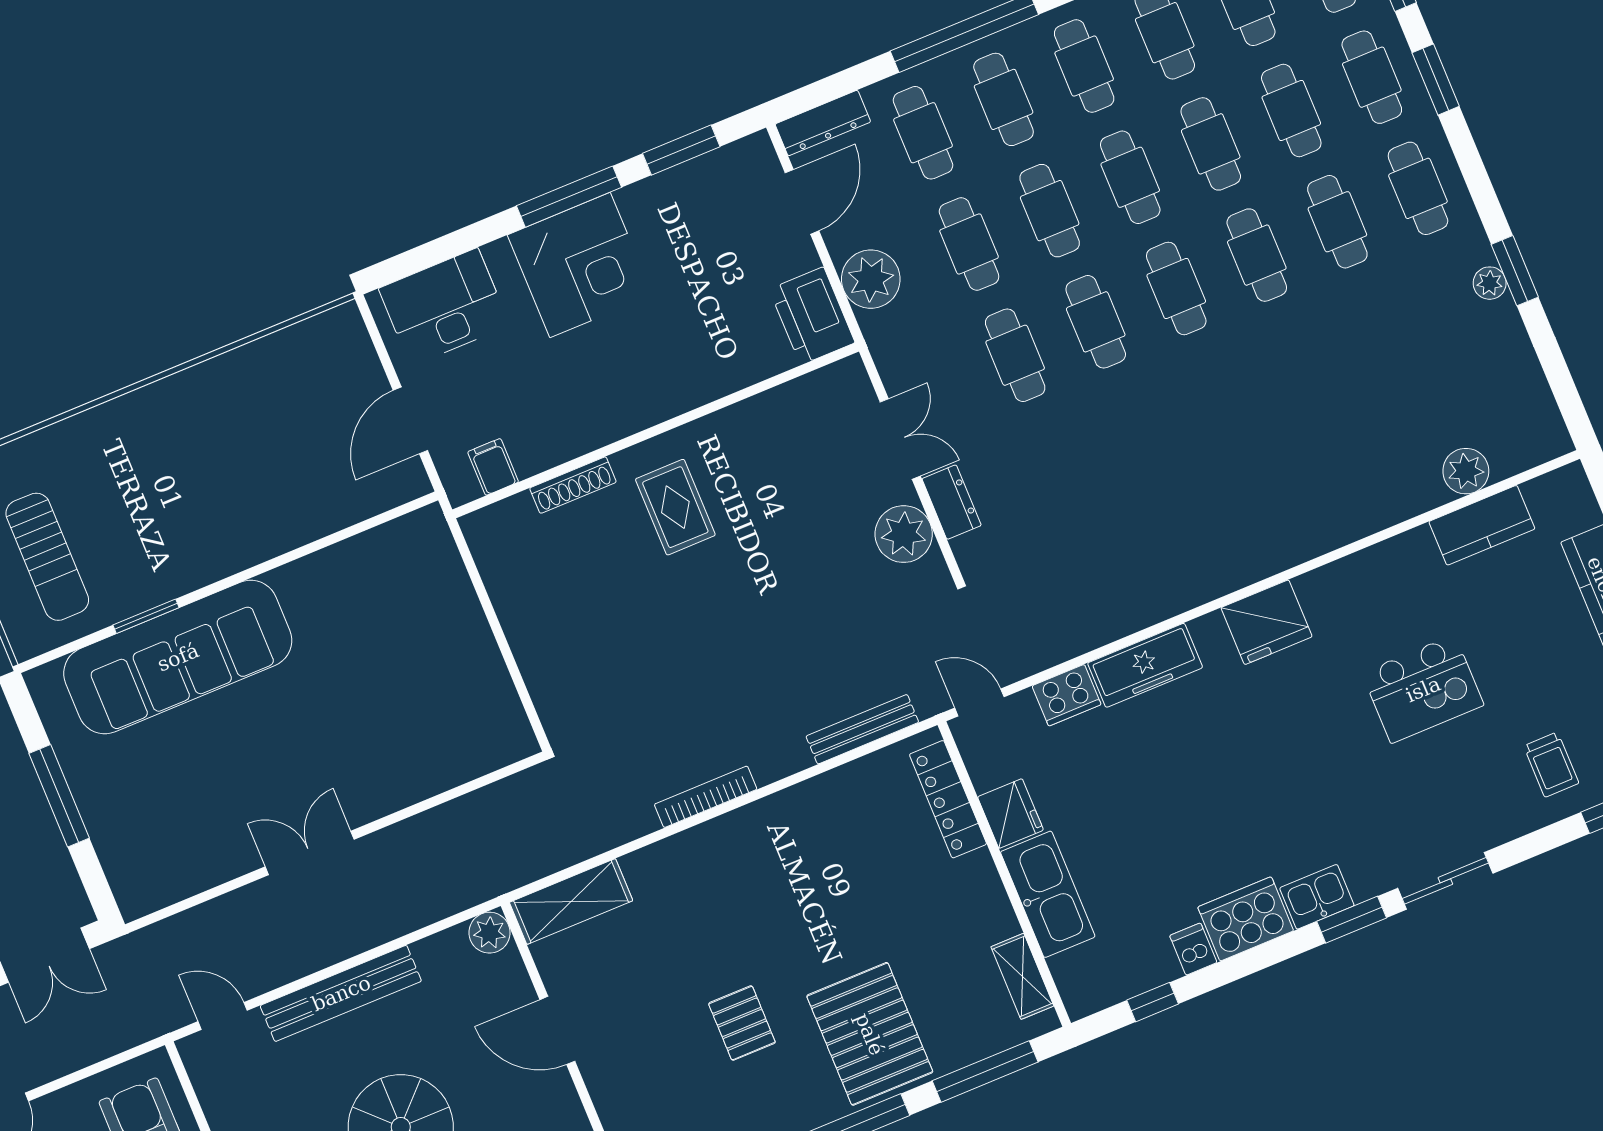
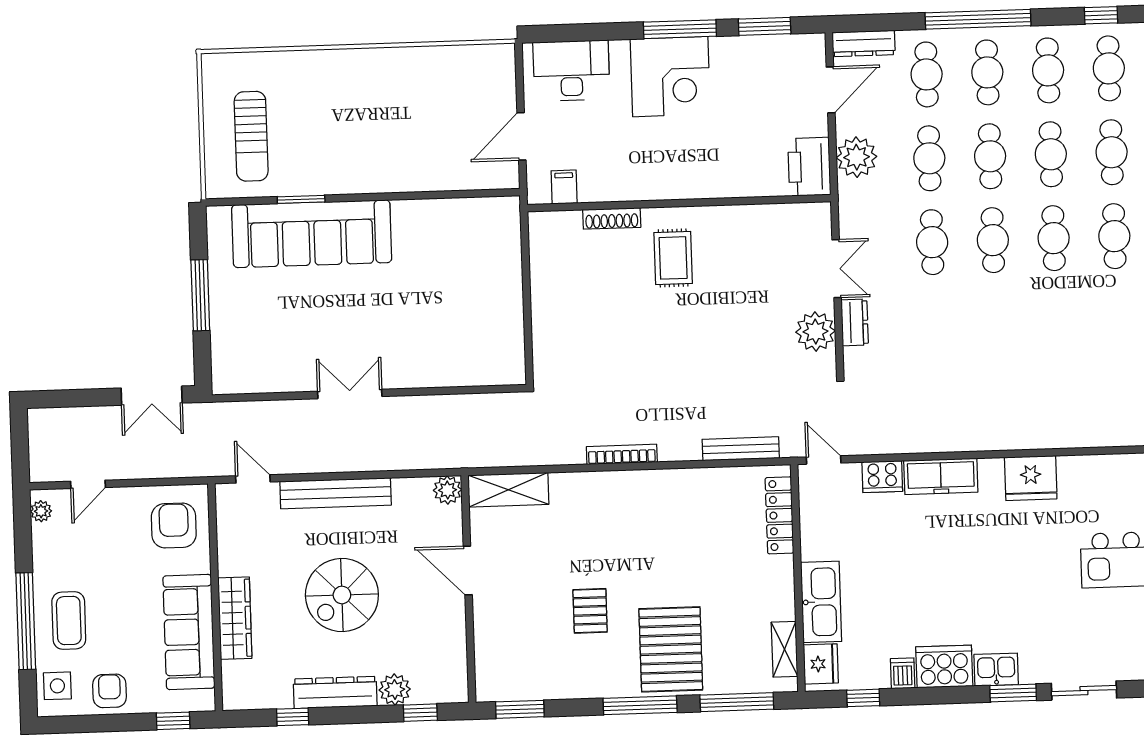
fridge: (1011, 814) -> (821, 664), moved

